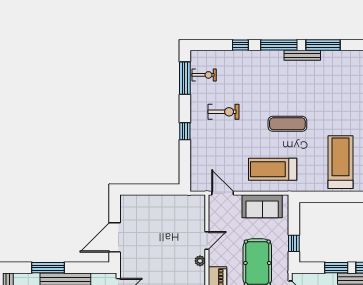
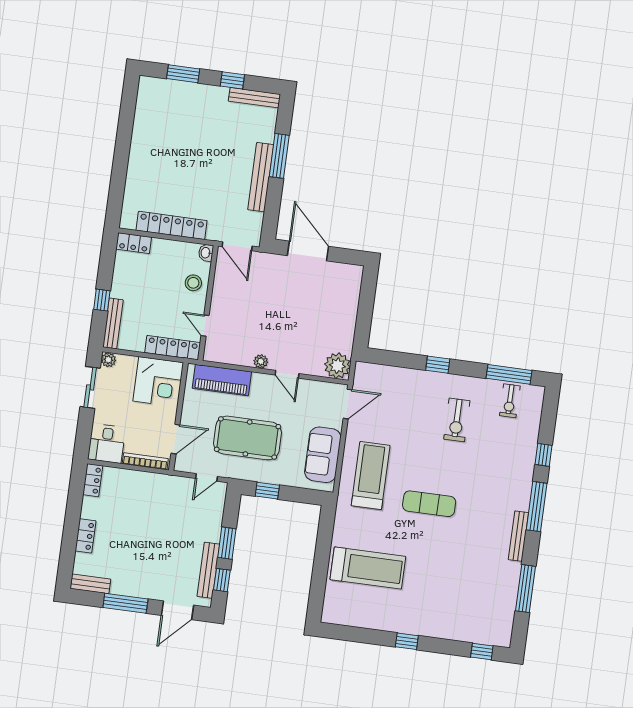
window: (323, 45) -> (525, 589), moved
exercise mat: (287, 124) -> (429, 504), turned 90
plant: (196, 204) -> (337, 366), added

